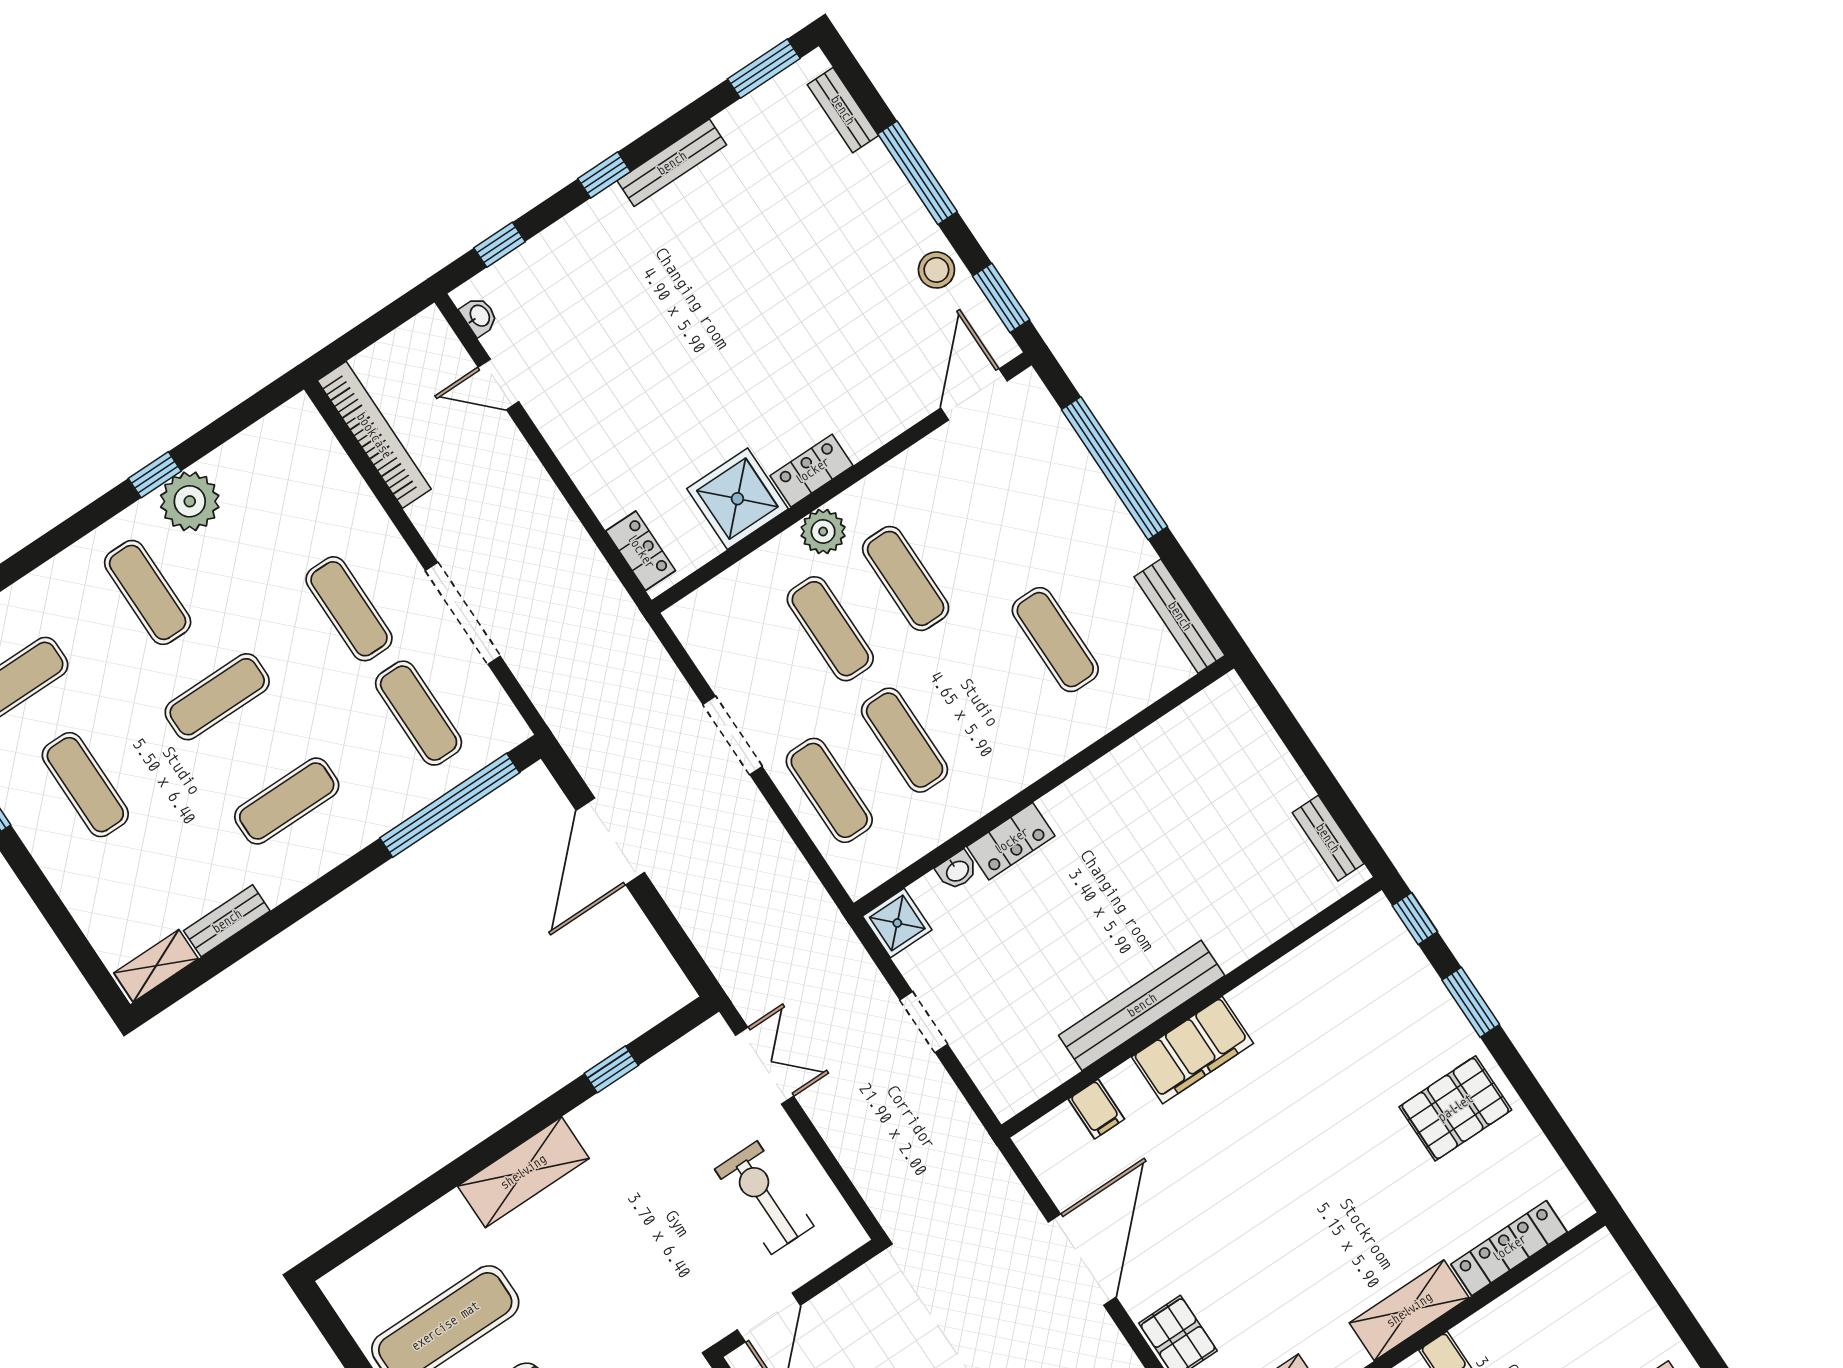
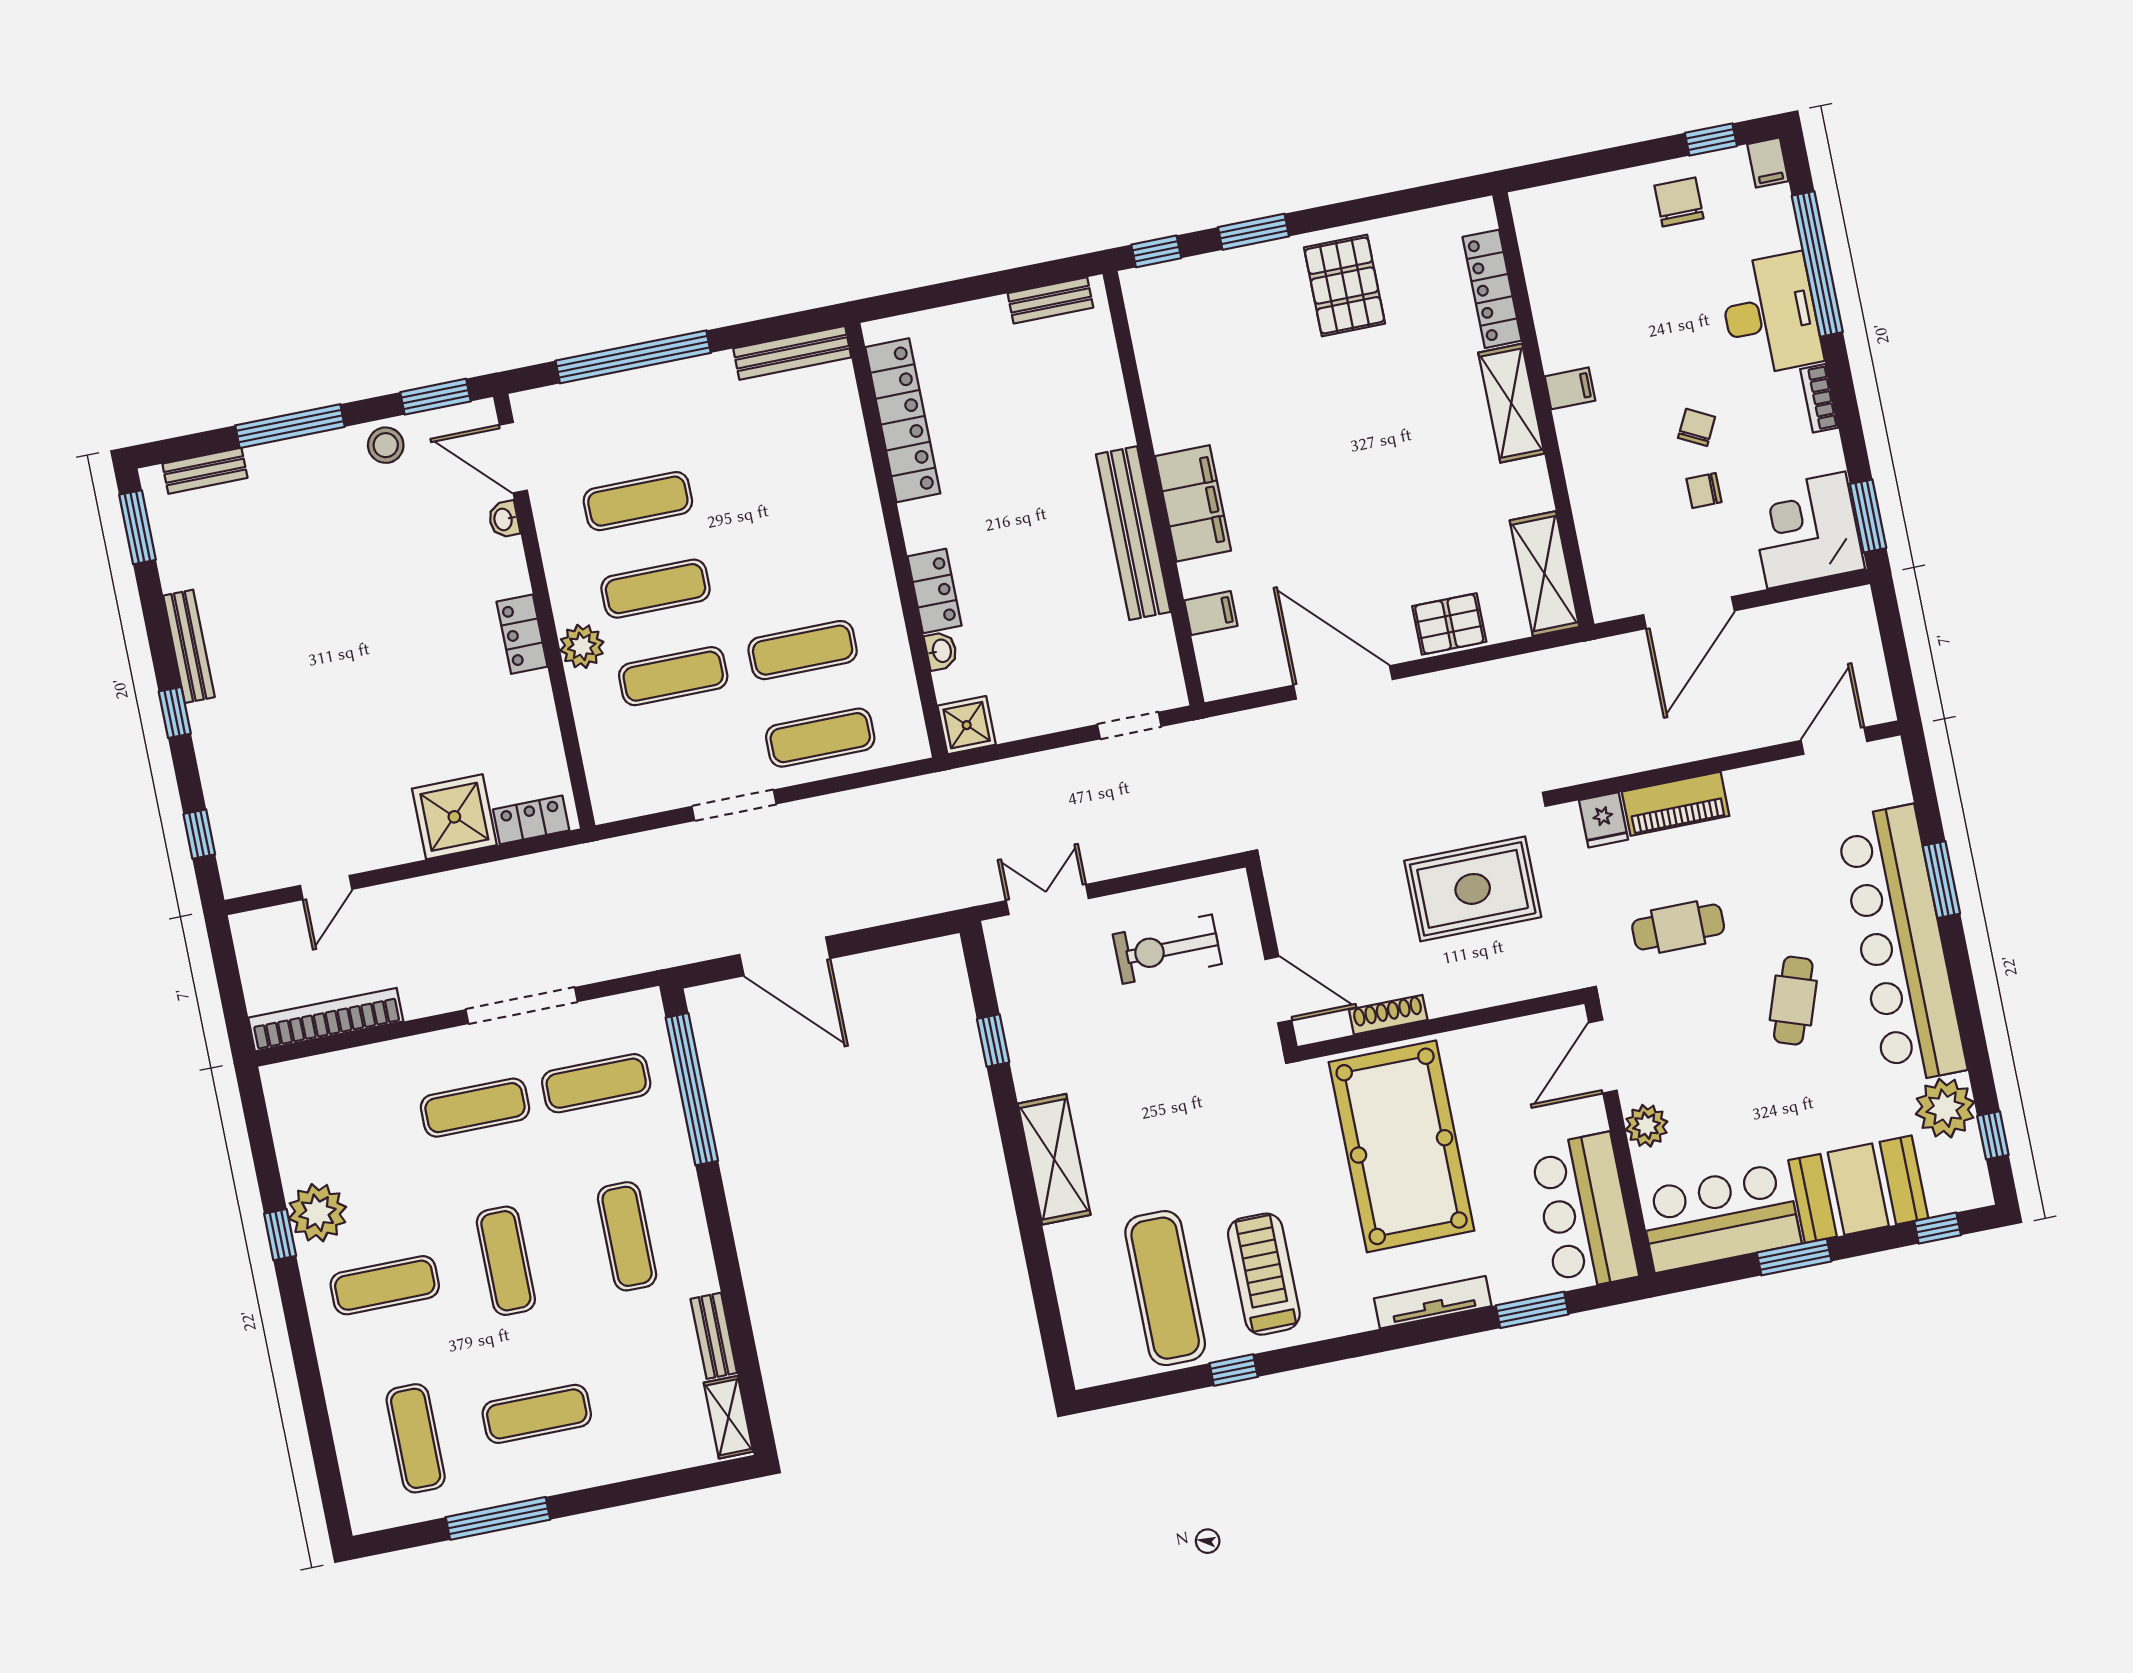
washbasin: (479, 316) -> (504, 519), moved, turned -90
shower: (737, 499) -> (454, 817), moved
exercise mat: (1055, 640) -> (638, 501), moved
locker: (1159, 746) -> (903, 420), added
doorway: (924, 1022) -> (1129, 725), moved

